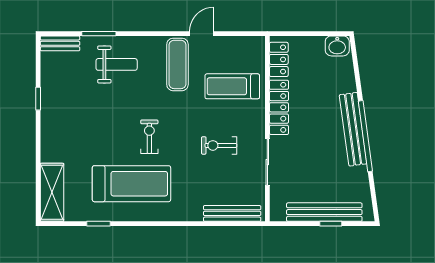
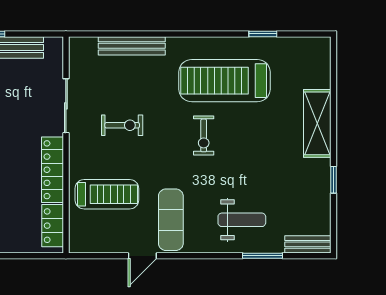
weight bench: (117, 64) -> (242, 220), turned 180
shelving: (52, 192) -> (317, 123), moved
bench: (232, 213) -> (132, 46), moved

